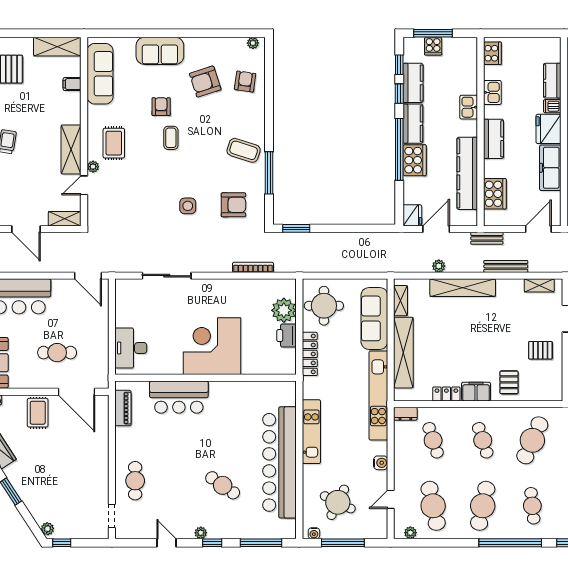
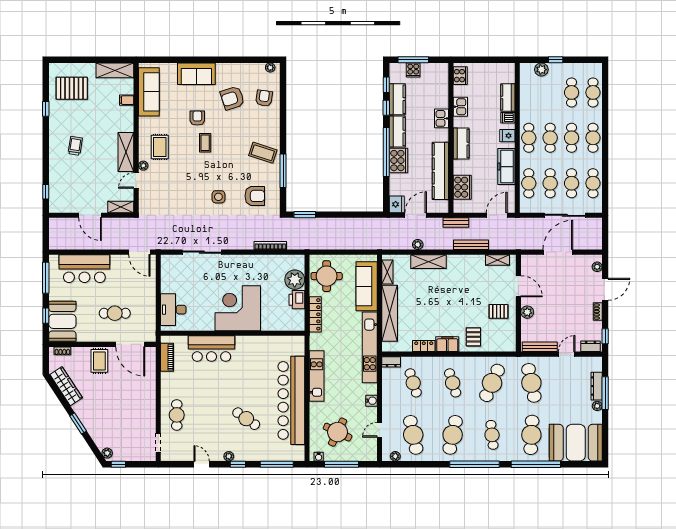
fridge: (549, 129) -> (507, 136), width x0.53, depth x0.75
shelving: (463, 288) -> (428, 262), width x0.68

